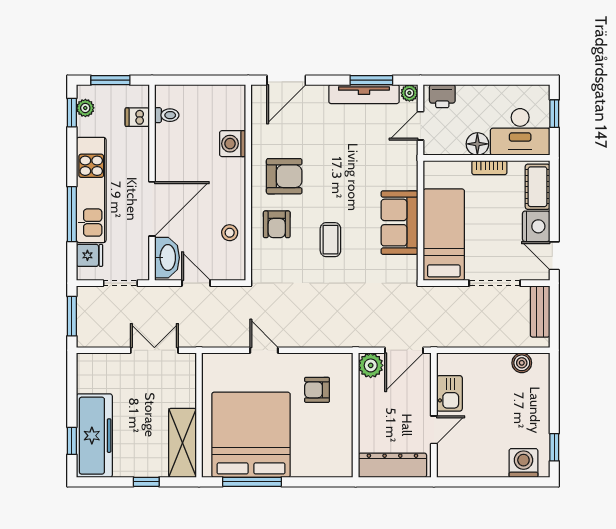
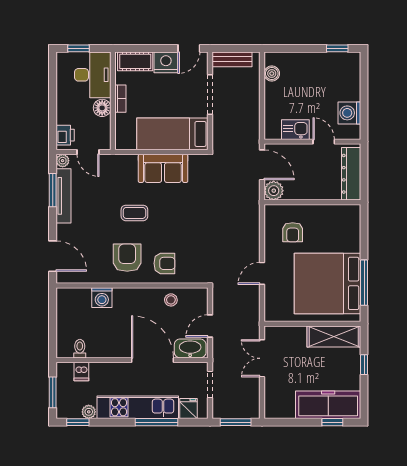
plant: (85, 108) -> (89, 412), moved
coffee table: (330, 240) -> (134, 213), moved
washing machine: (523, 463) -> (349, 113), moved

